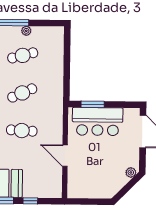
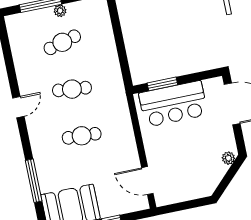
cafe table: (22, 93) -> (72, 89), turned 30
door: (65, 156) -> (147, 181), moved

